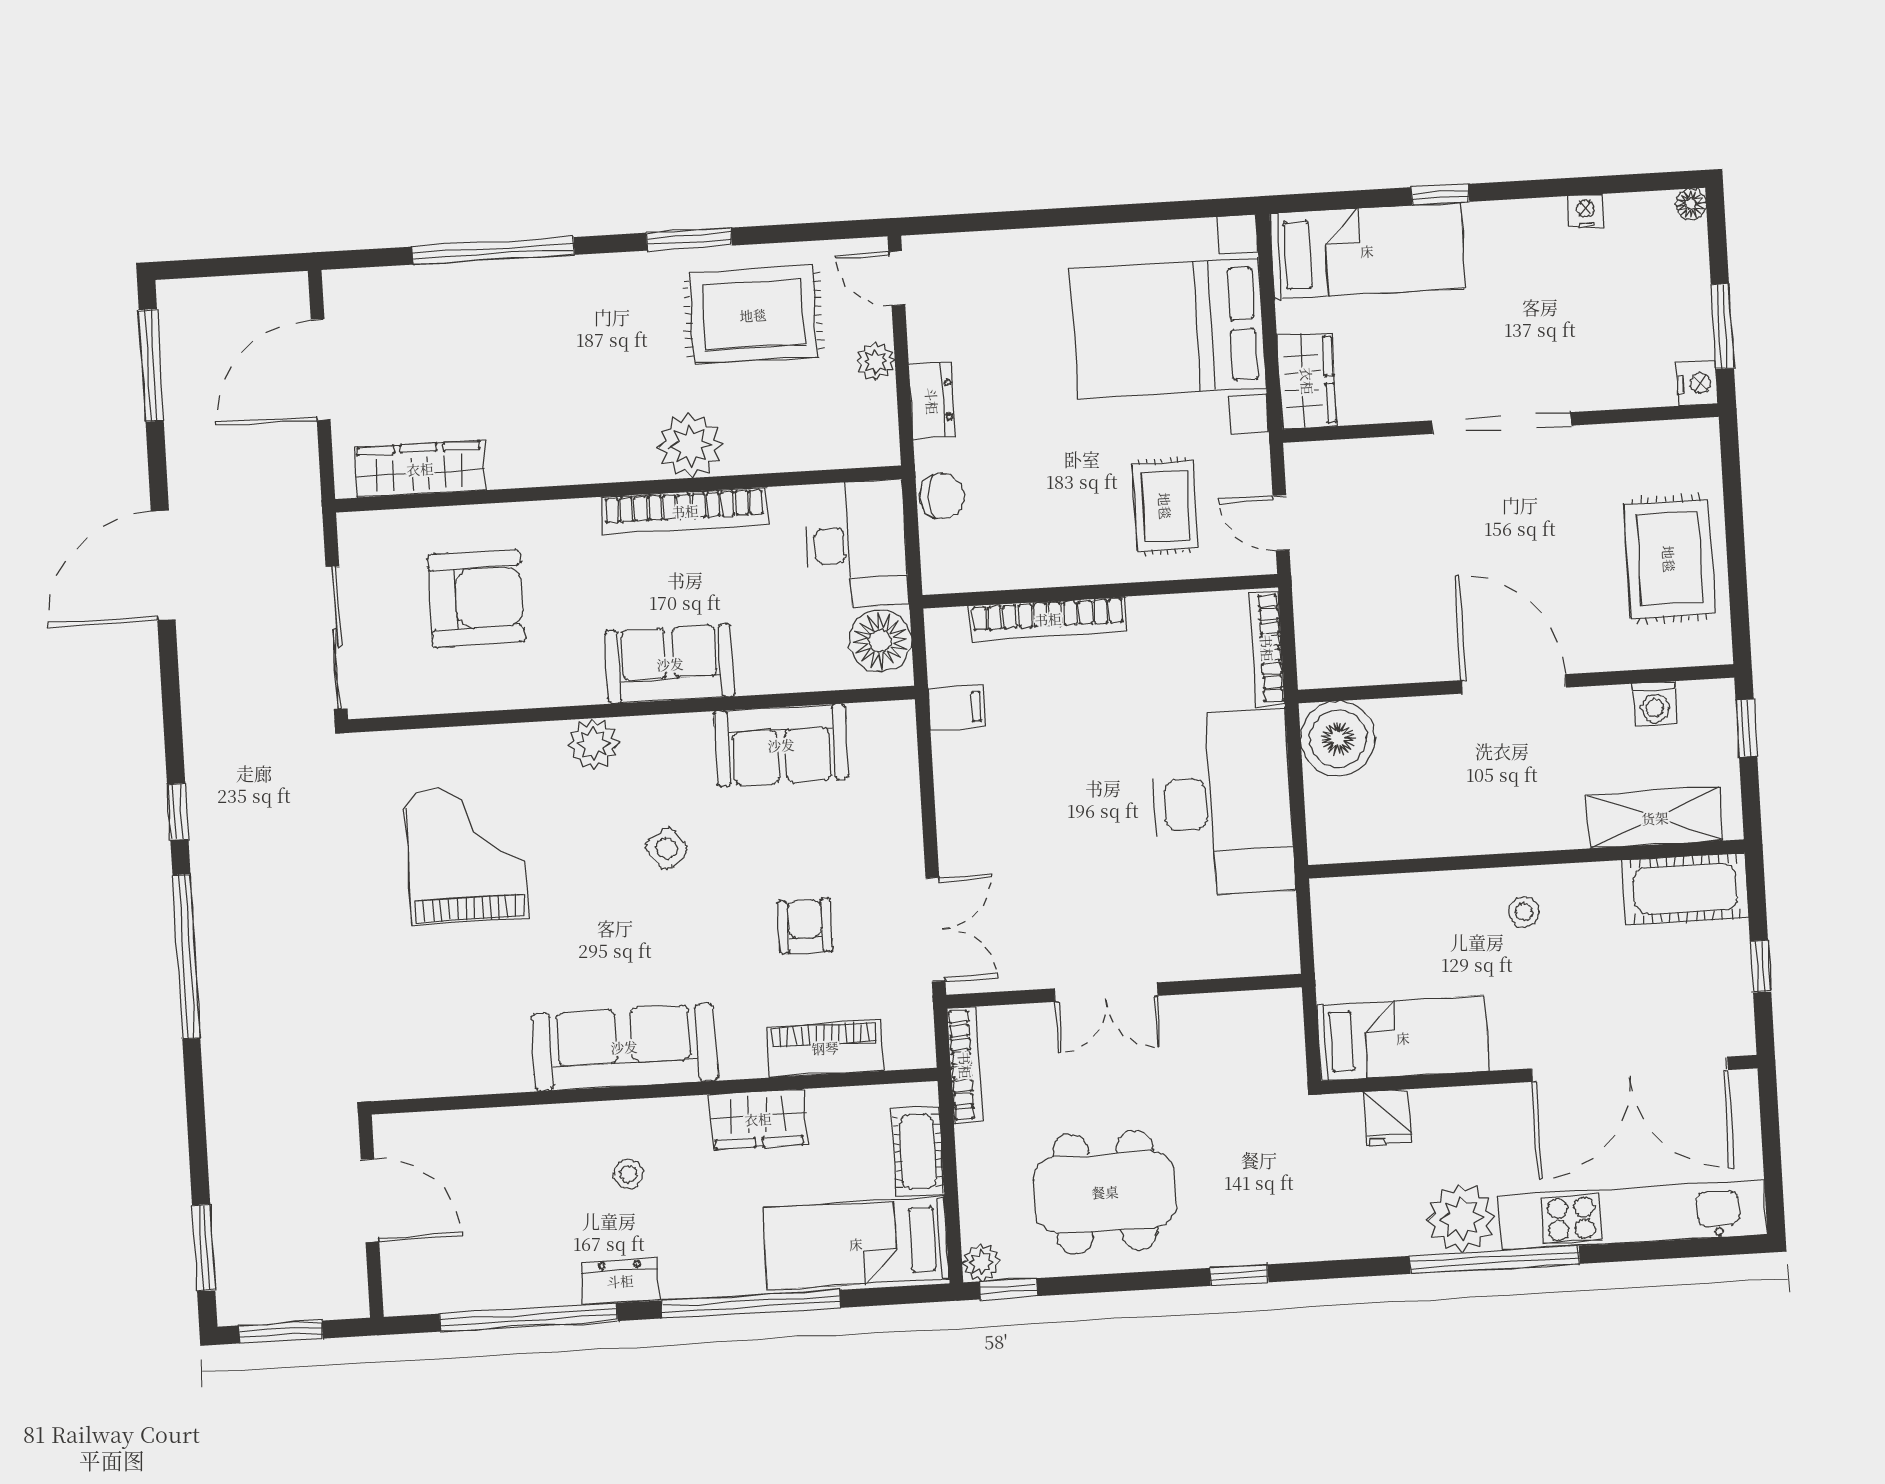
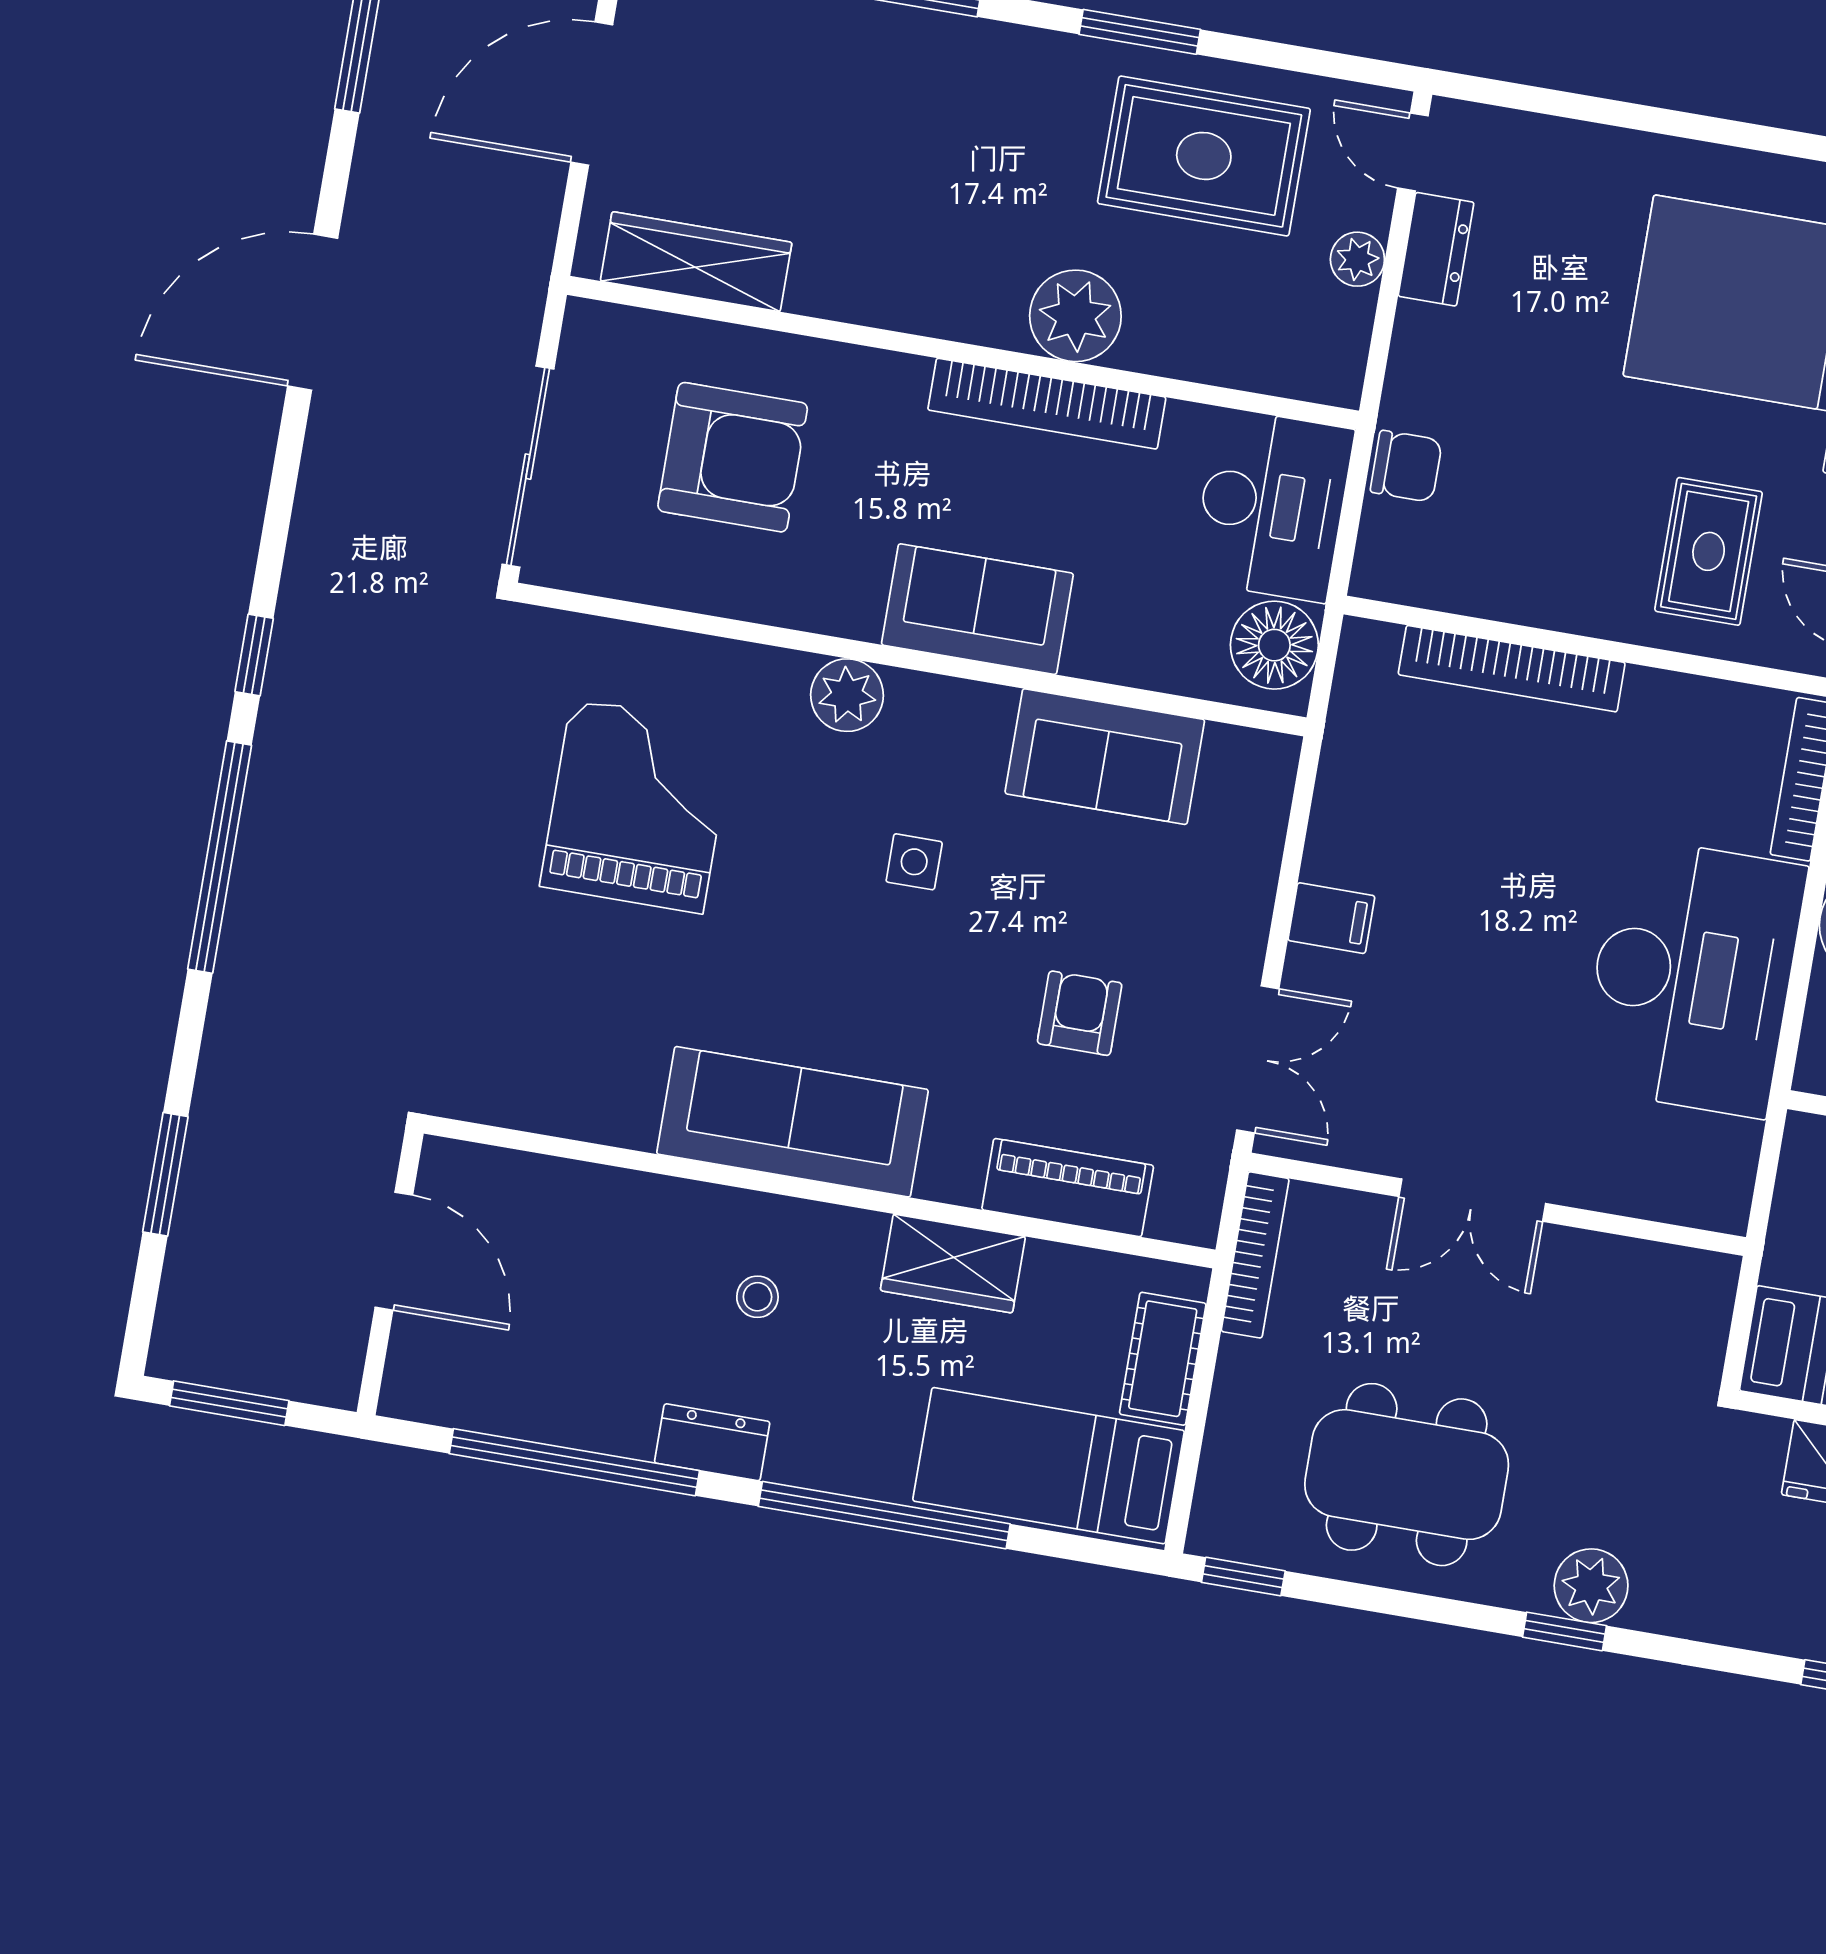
dresser: (932, 401) -> (1436, 249), moved
filing cabinet: (957, 708) -> (1331, 918), moved
side table: (667, 848) -> (914, 862), turned 38
window: (204, 1248) -> (165, 1174), moved
plant: (981, 1262) -> (1591, 1586), moved, width x1.38, depth x1.38

